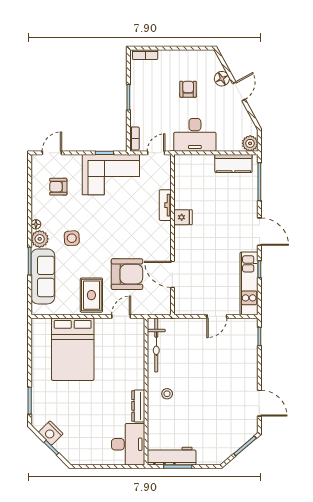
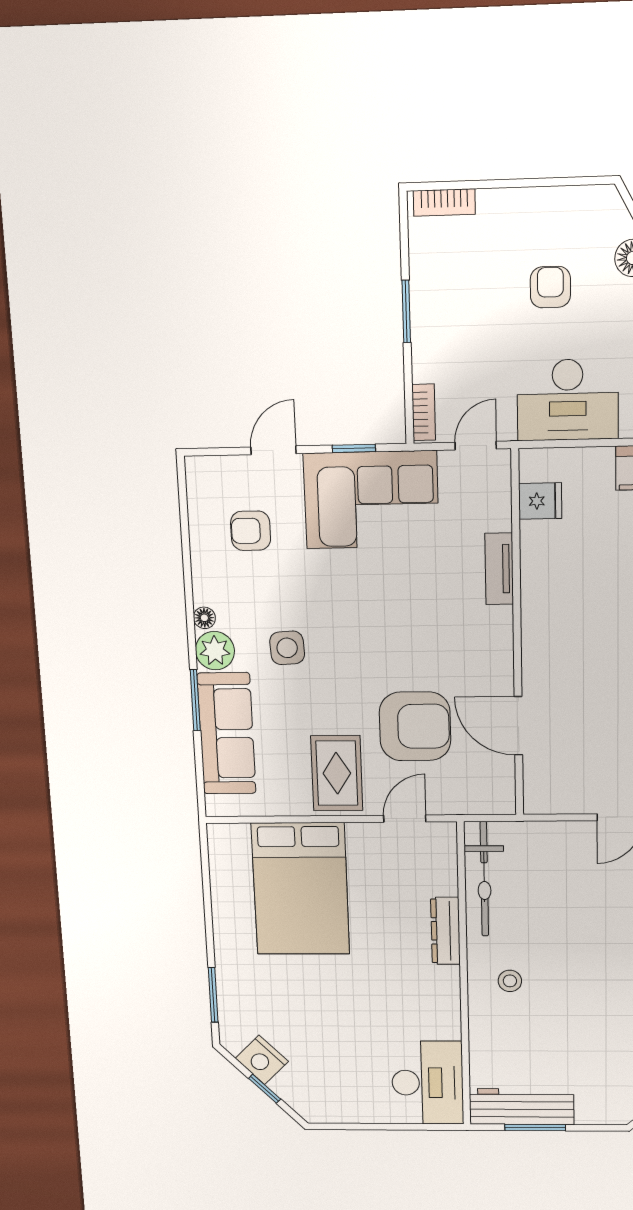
door: (52, 153) -> (273, 450), moved
fridge: (183, 217) -> (540, 501), moved
dresser: (138, 406) -> (445, 931), moved

